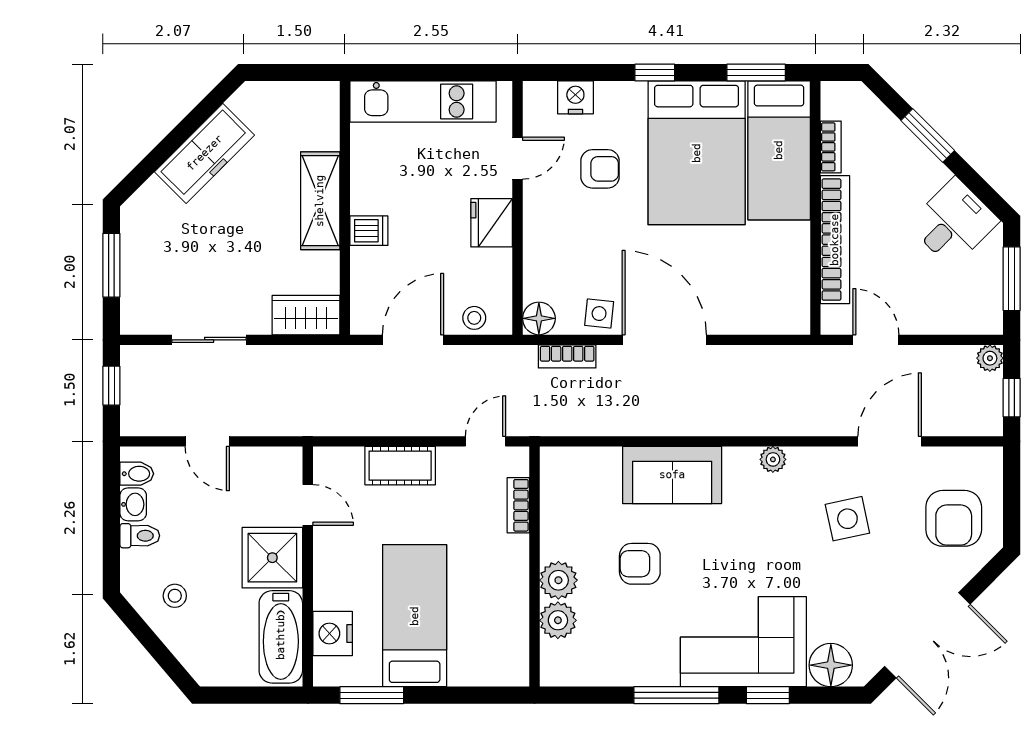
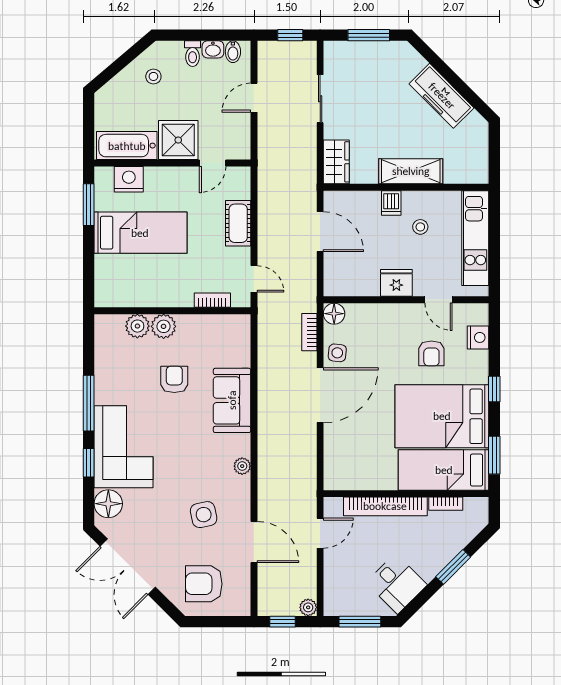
stool: (474, 318) -> (420, 227), moved

